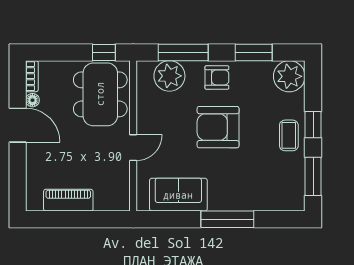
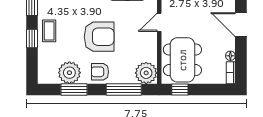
plant: (169, 76) -> (146, 73), moved
plant: (289, 76) -> (69, 73), moved
door: (18, 125) -> (241, 25), moved

